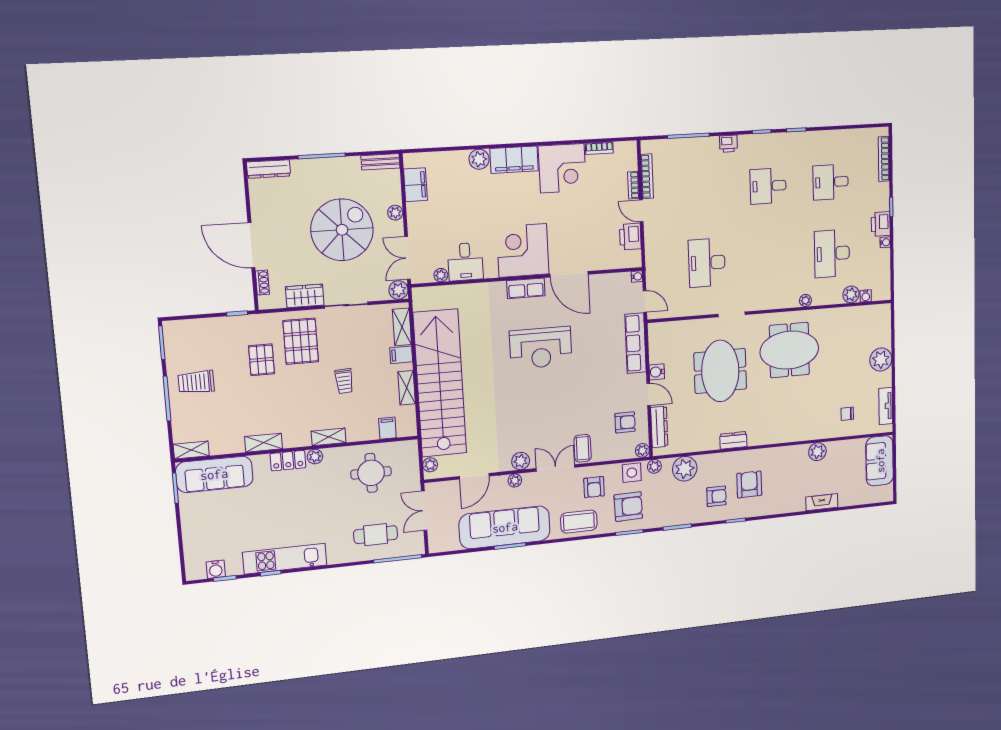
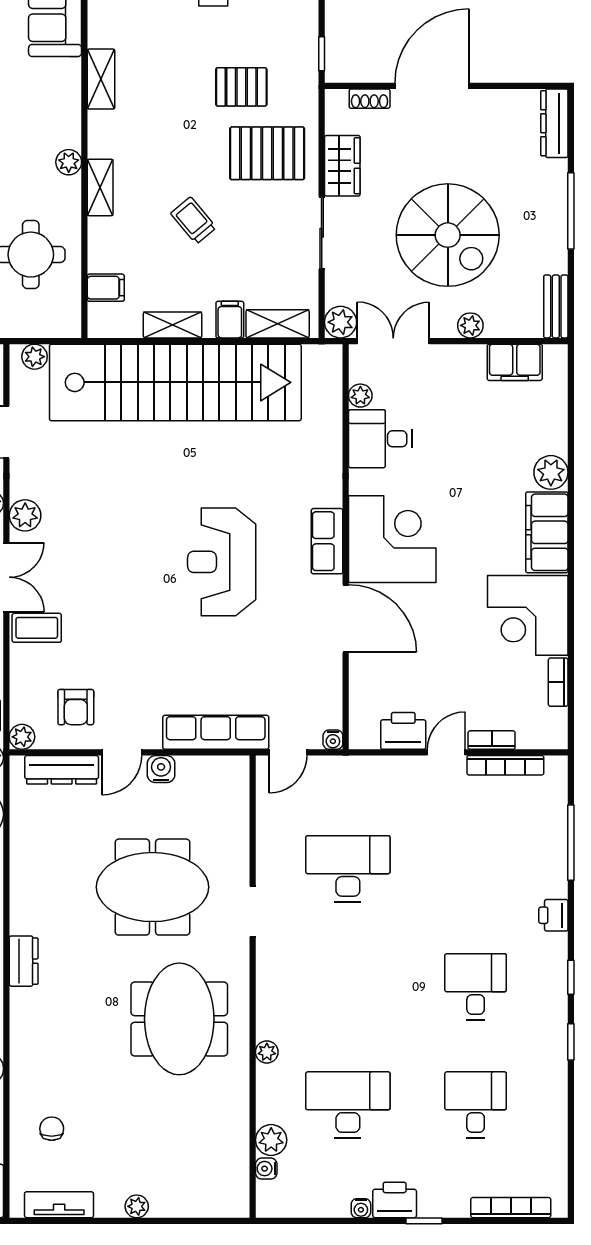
door: (569, 274) -> (346, 618), swing flipped
plant: (881, 360) -> (137, 1206), width x0.53, depth x0.53
trolley: (344, 381) -> (193, 220), turned 53
dresser: (733, 440) -> (24, 961), moved
locker: (288, 461) -> (66, 117), removed

